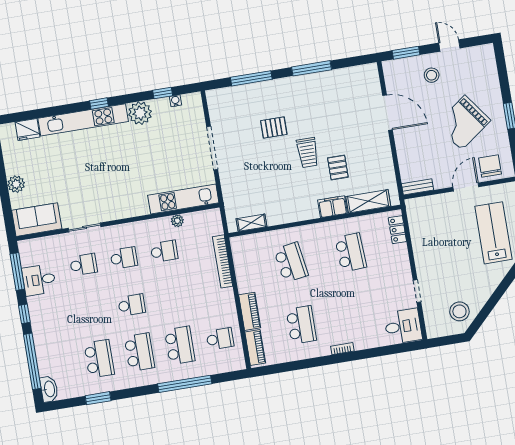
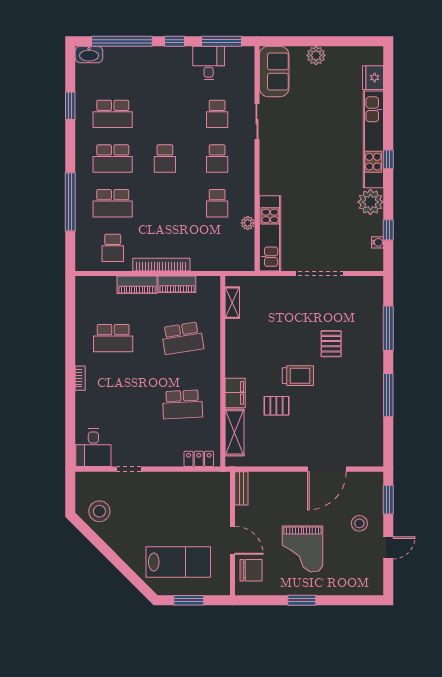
grand piano: (463, 123) -> (303, 549), turned -144
trolley: (308, 153) -> (298, 376), turned 180
bookcase: (223, 261) -> (161, 265), moved
piano: (255, 347) -> (177, 284), moved

